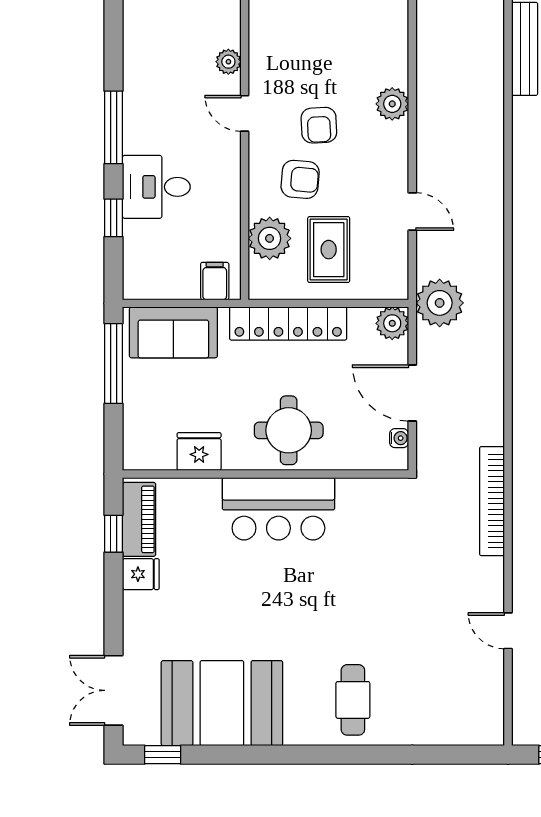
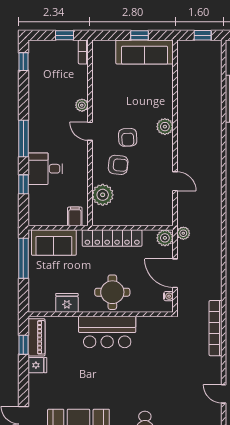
rug: (329, 250) -> (133, 200), removed
plant: (440, 303) -> (183, 233), width x0.53, depth x0.53

